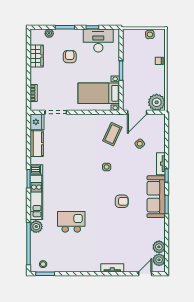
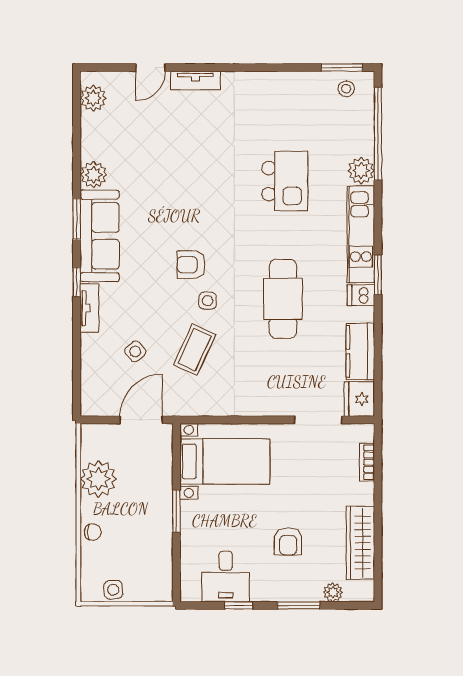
desk: (98, 41) -> (226, 576), width x0.73
wardrobe: (37, 56) -> (360, 543), width x1.50
plant: (157, 102) -> (98, 479), moved
coffee table: (112, 134) -> (195, 350), moved
cafe table: (72, 168) -> (283, 299), added
armchair: (122, 201) -> (191, 265), moved
kitchen island: (71, 222) -> (285, 181), turned -90
plant: (159, 247) -> (94, 175), moved
door: (145, 274) -> (150, 68), moved

